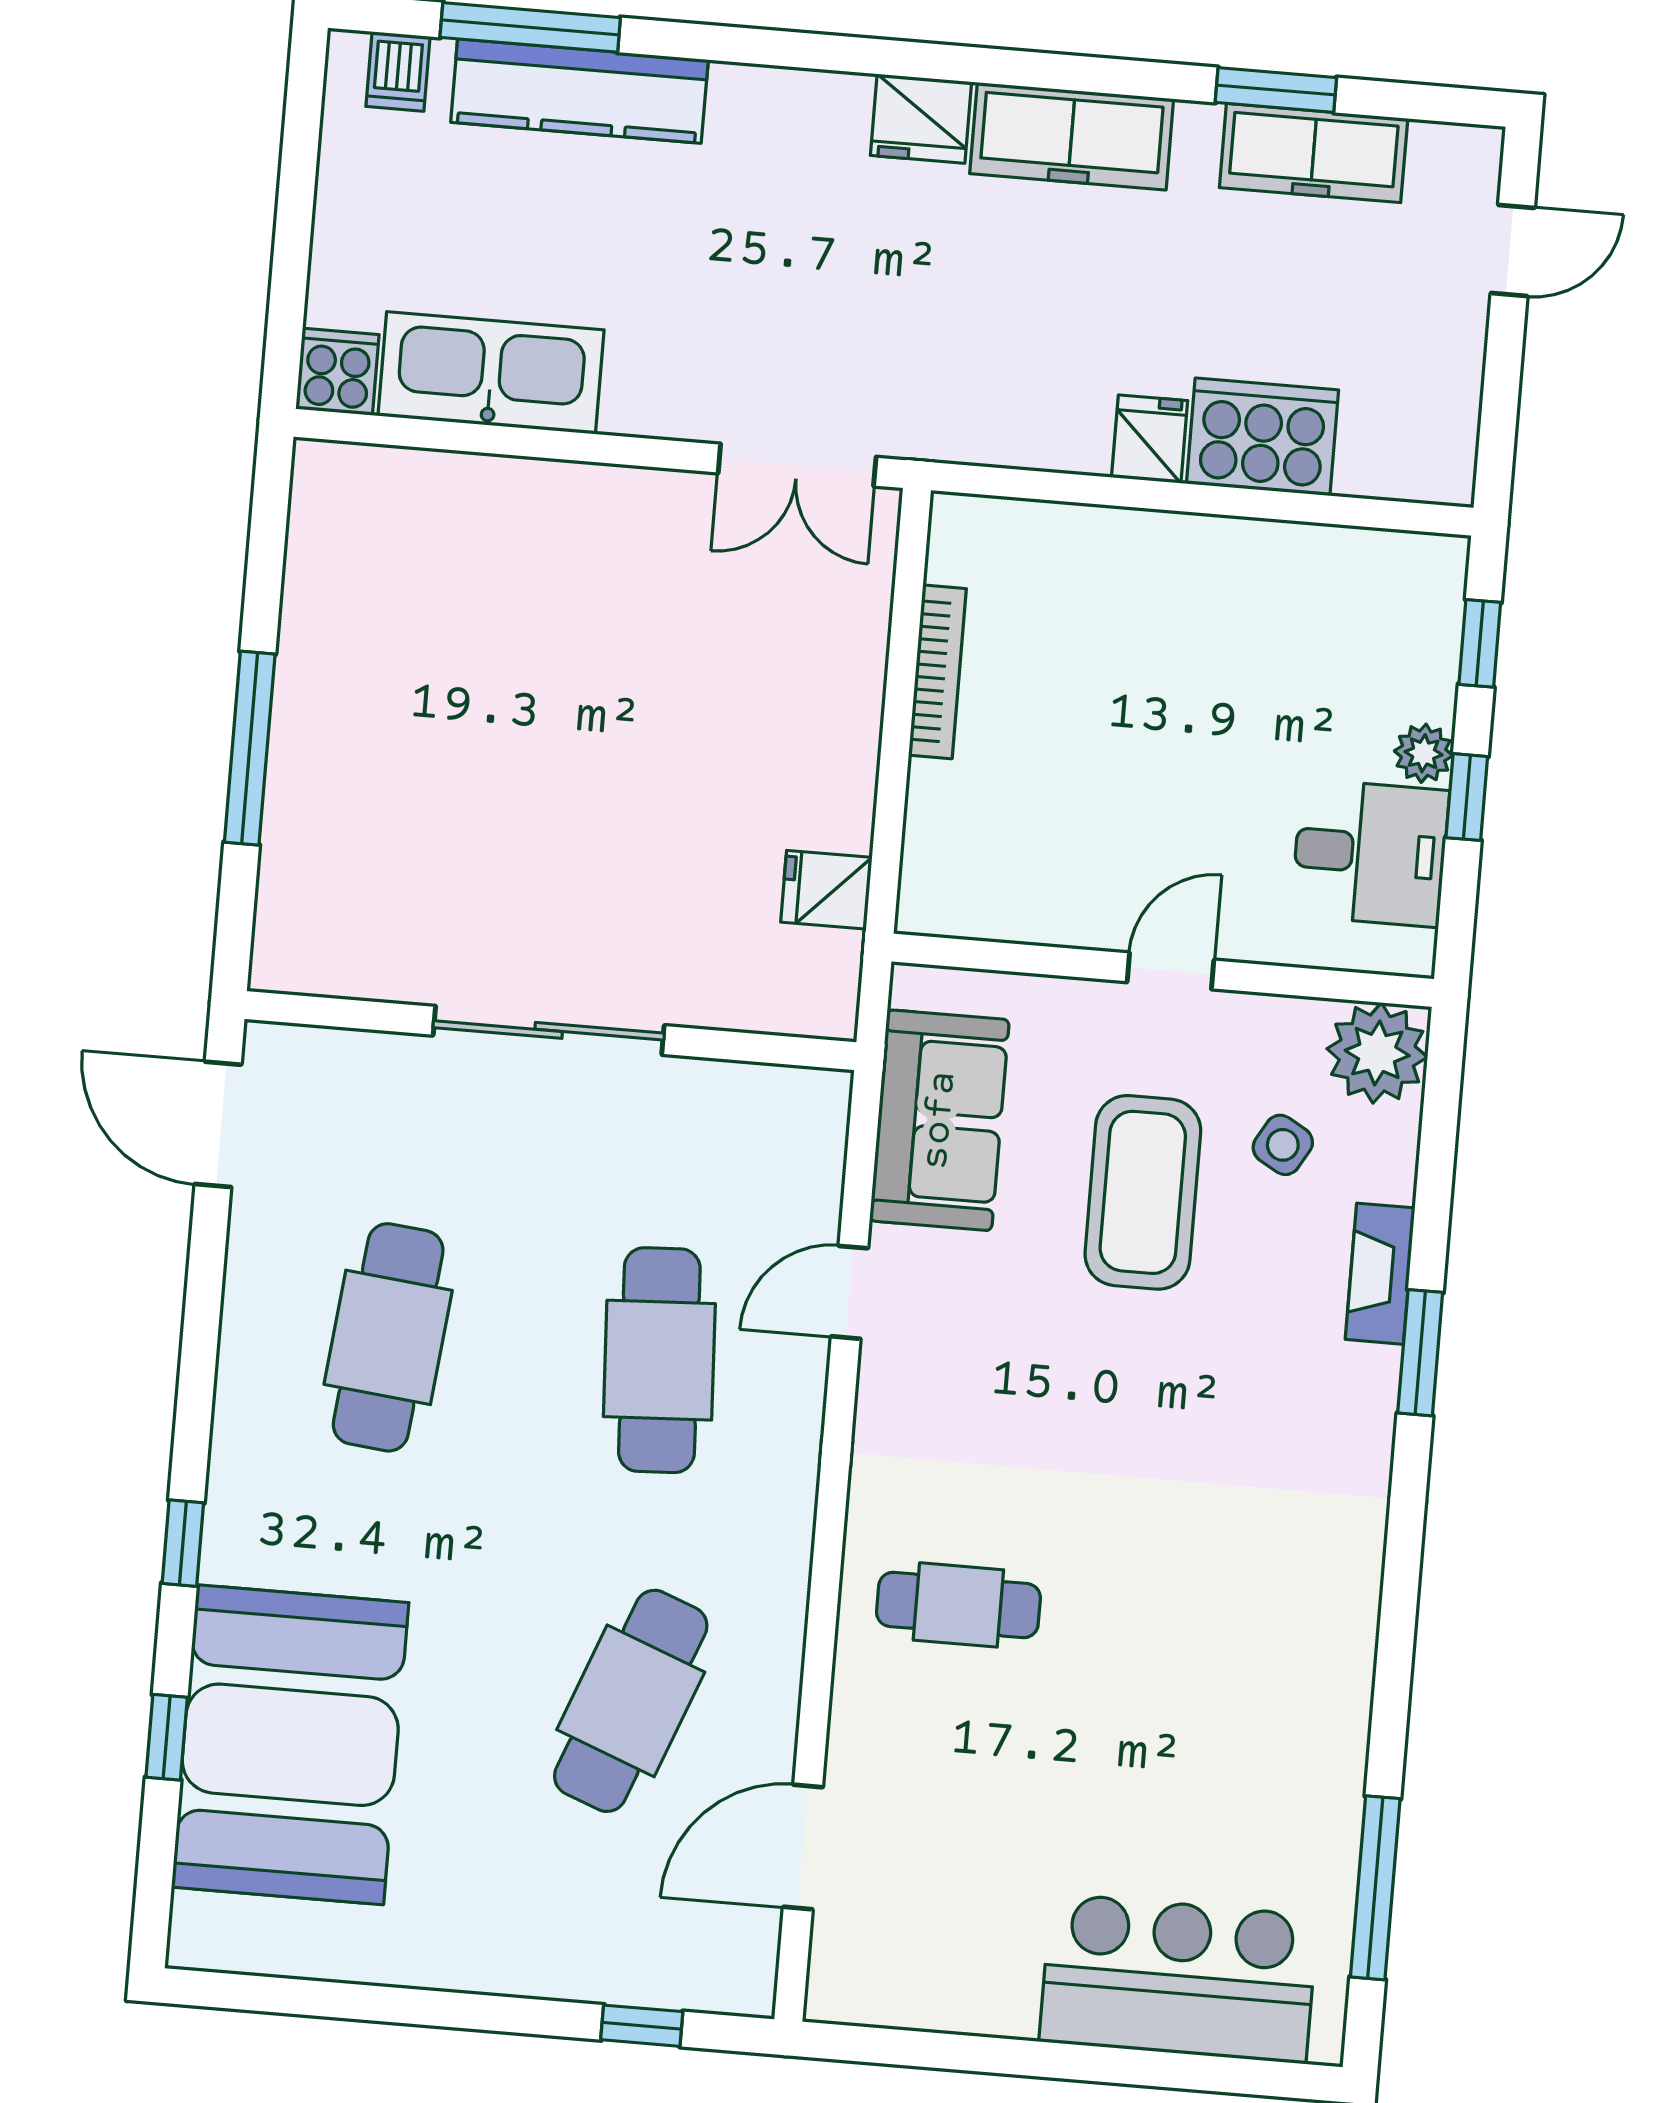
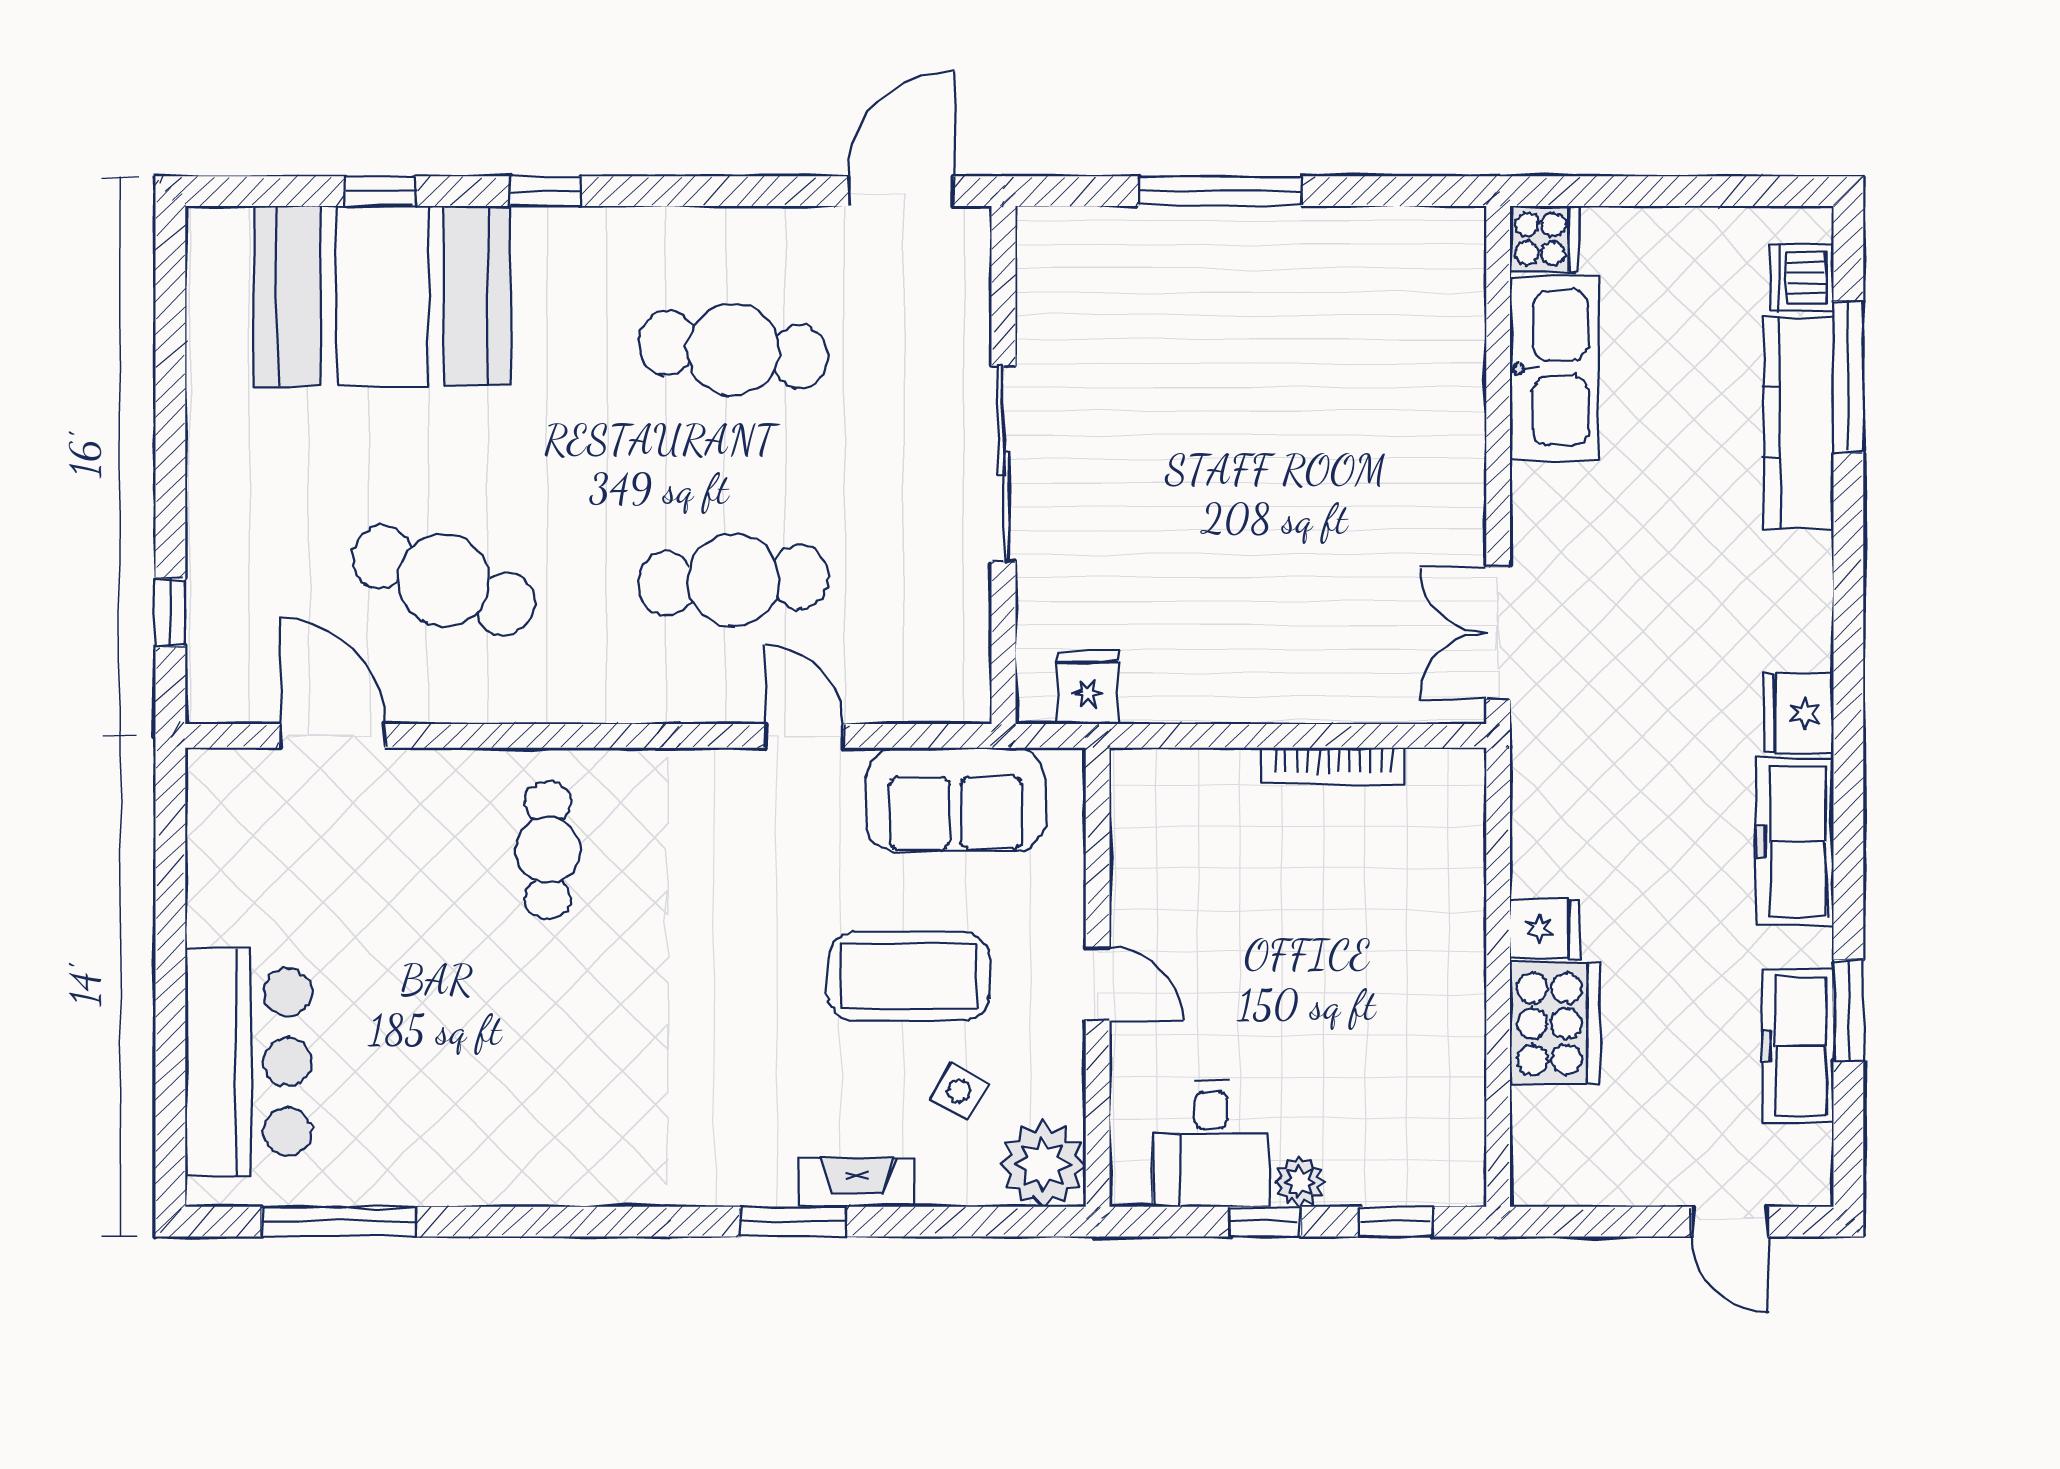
dishwasher: (398, 71) -> (1802, 278), width x1.38
fridge: (826, 890) -> (1088, 688), moved

